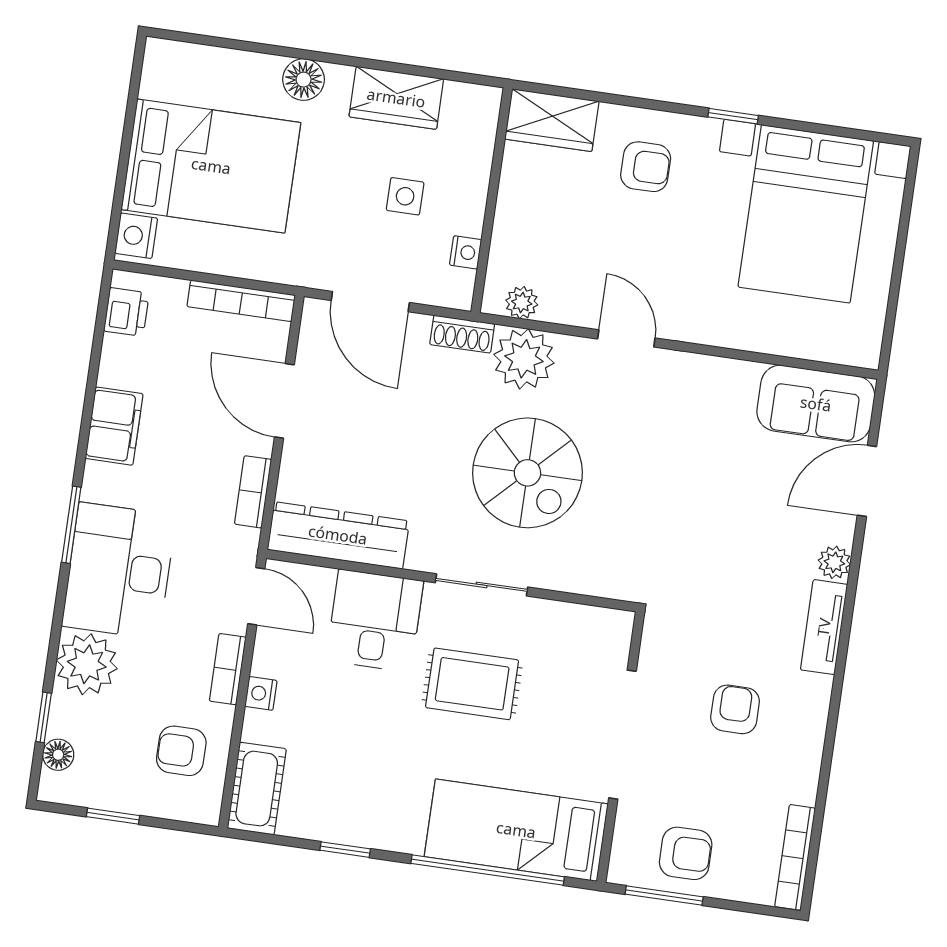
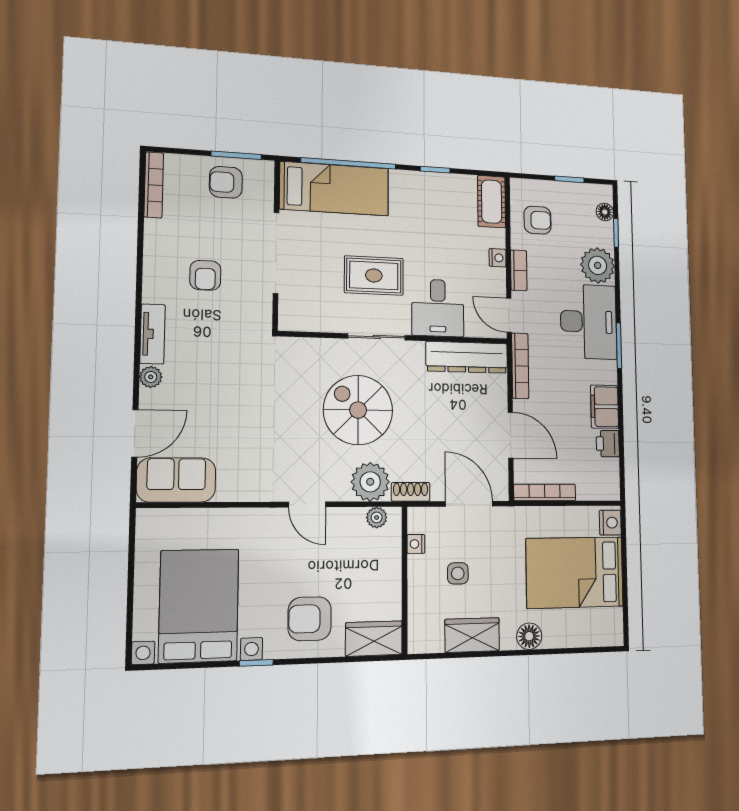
armchair: (646, 167) -> (310, 619), width x1.38, depth x1.38
printer: (126, 312) -> (608, 444), moved
bookcase: (253, 492) -> (520, 366), width x1.56

